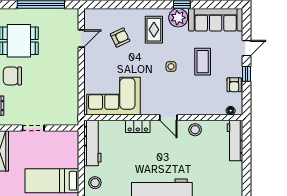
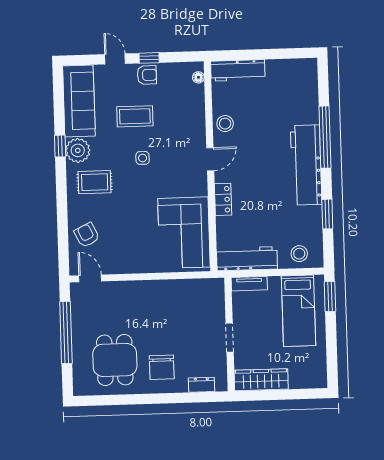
armchair: (120, 38) -> (87, 235), moved
door: (81, 39) -> (90, 278), moved
armchair: (234, 85) -> (147, 75), moved
tv unit: (73, 144) -> (249, 284), added

